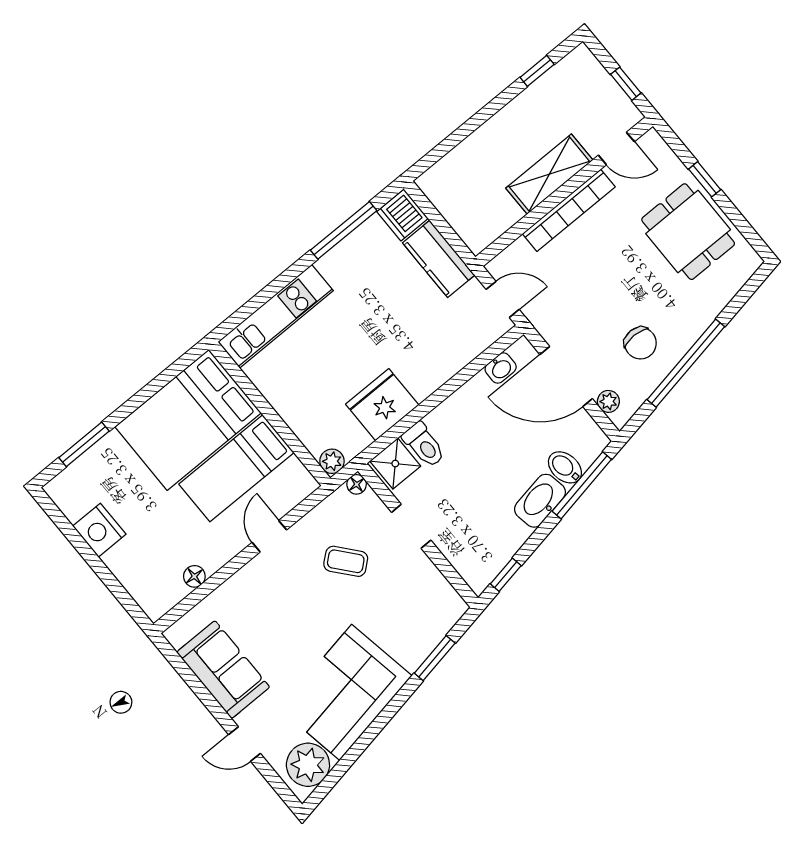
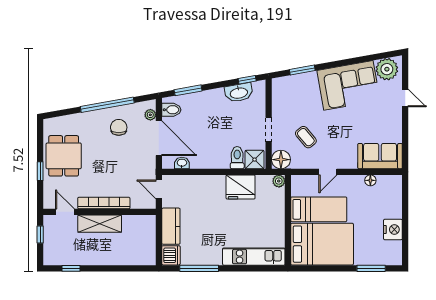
bidet: (565, 467) -> (171, 110), moved, turned -80
floor lamp: (357, 484) -> (281, 160), width x1.89, depth x1.89
window: (582, 485) -> (188, 90), width x0.69
washbasin: (540, 501) -> (239, 93), moved
sofa: (223, 670) -> (380, 156), moved, turned 90

